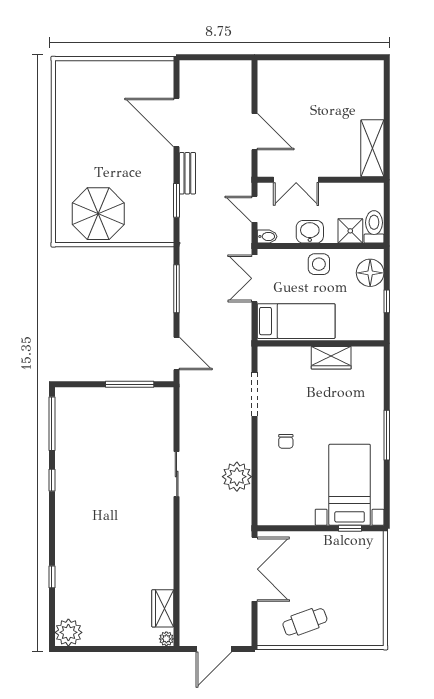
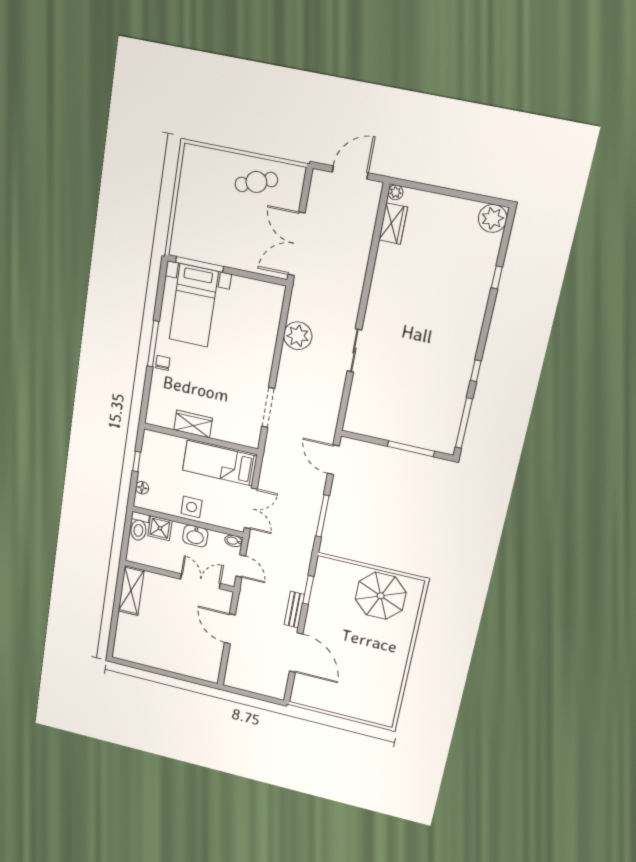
floor lamp: (370, 273) -> (142, 488), width x0.53, depth x0.53
window: (130, 384) -> (411, 449), moved
chair: (286, 441) -> (163, 363), moved
window: (350, 528) -> (199, 264), width x2.17

